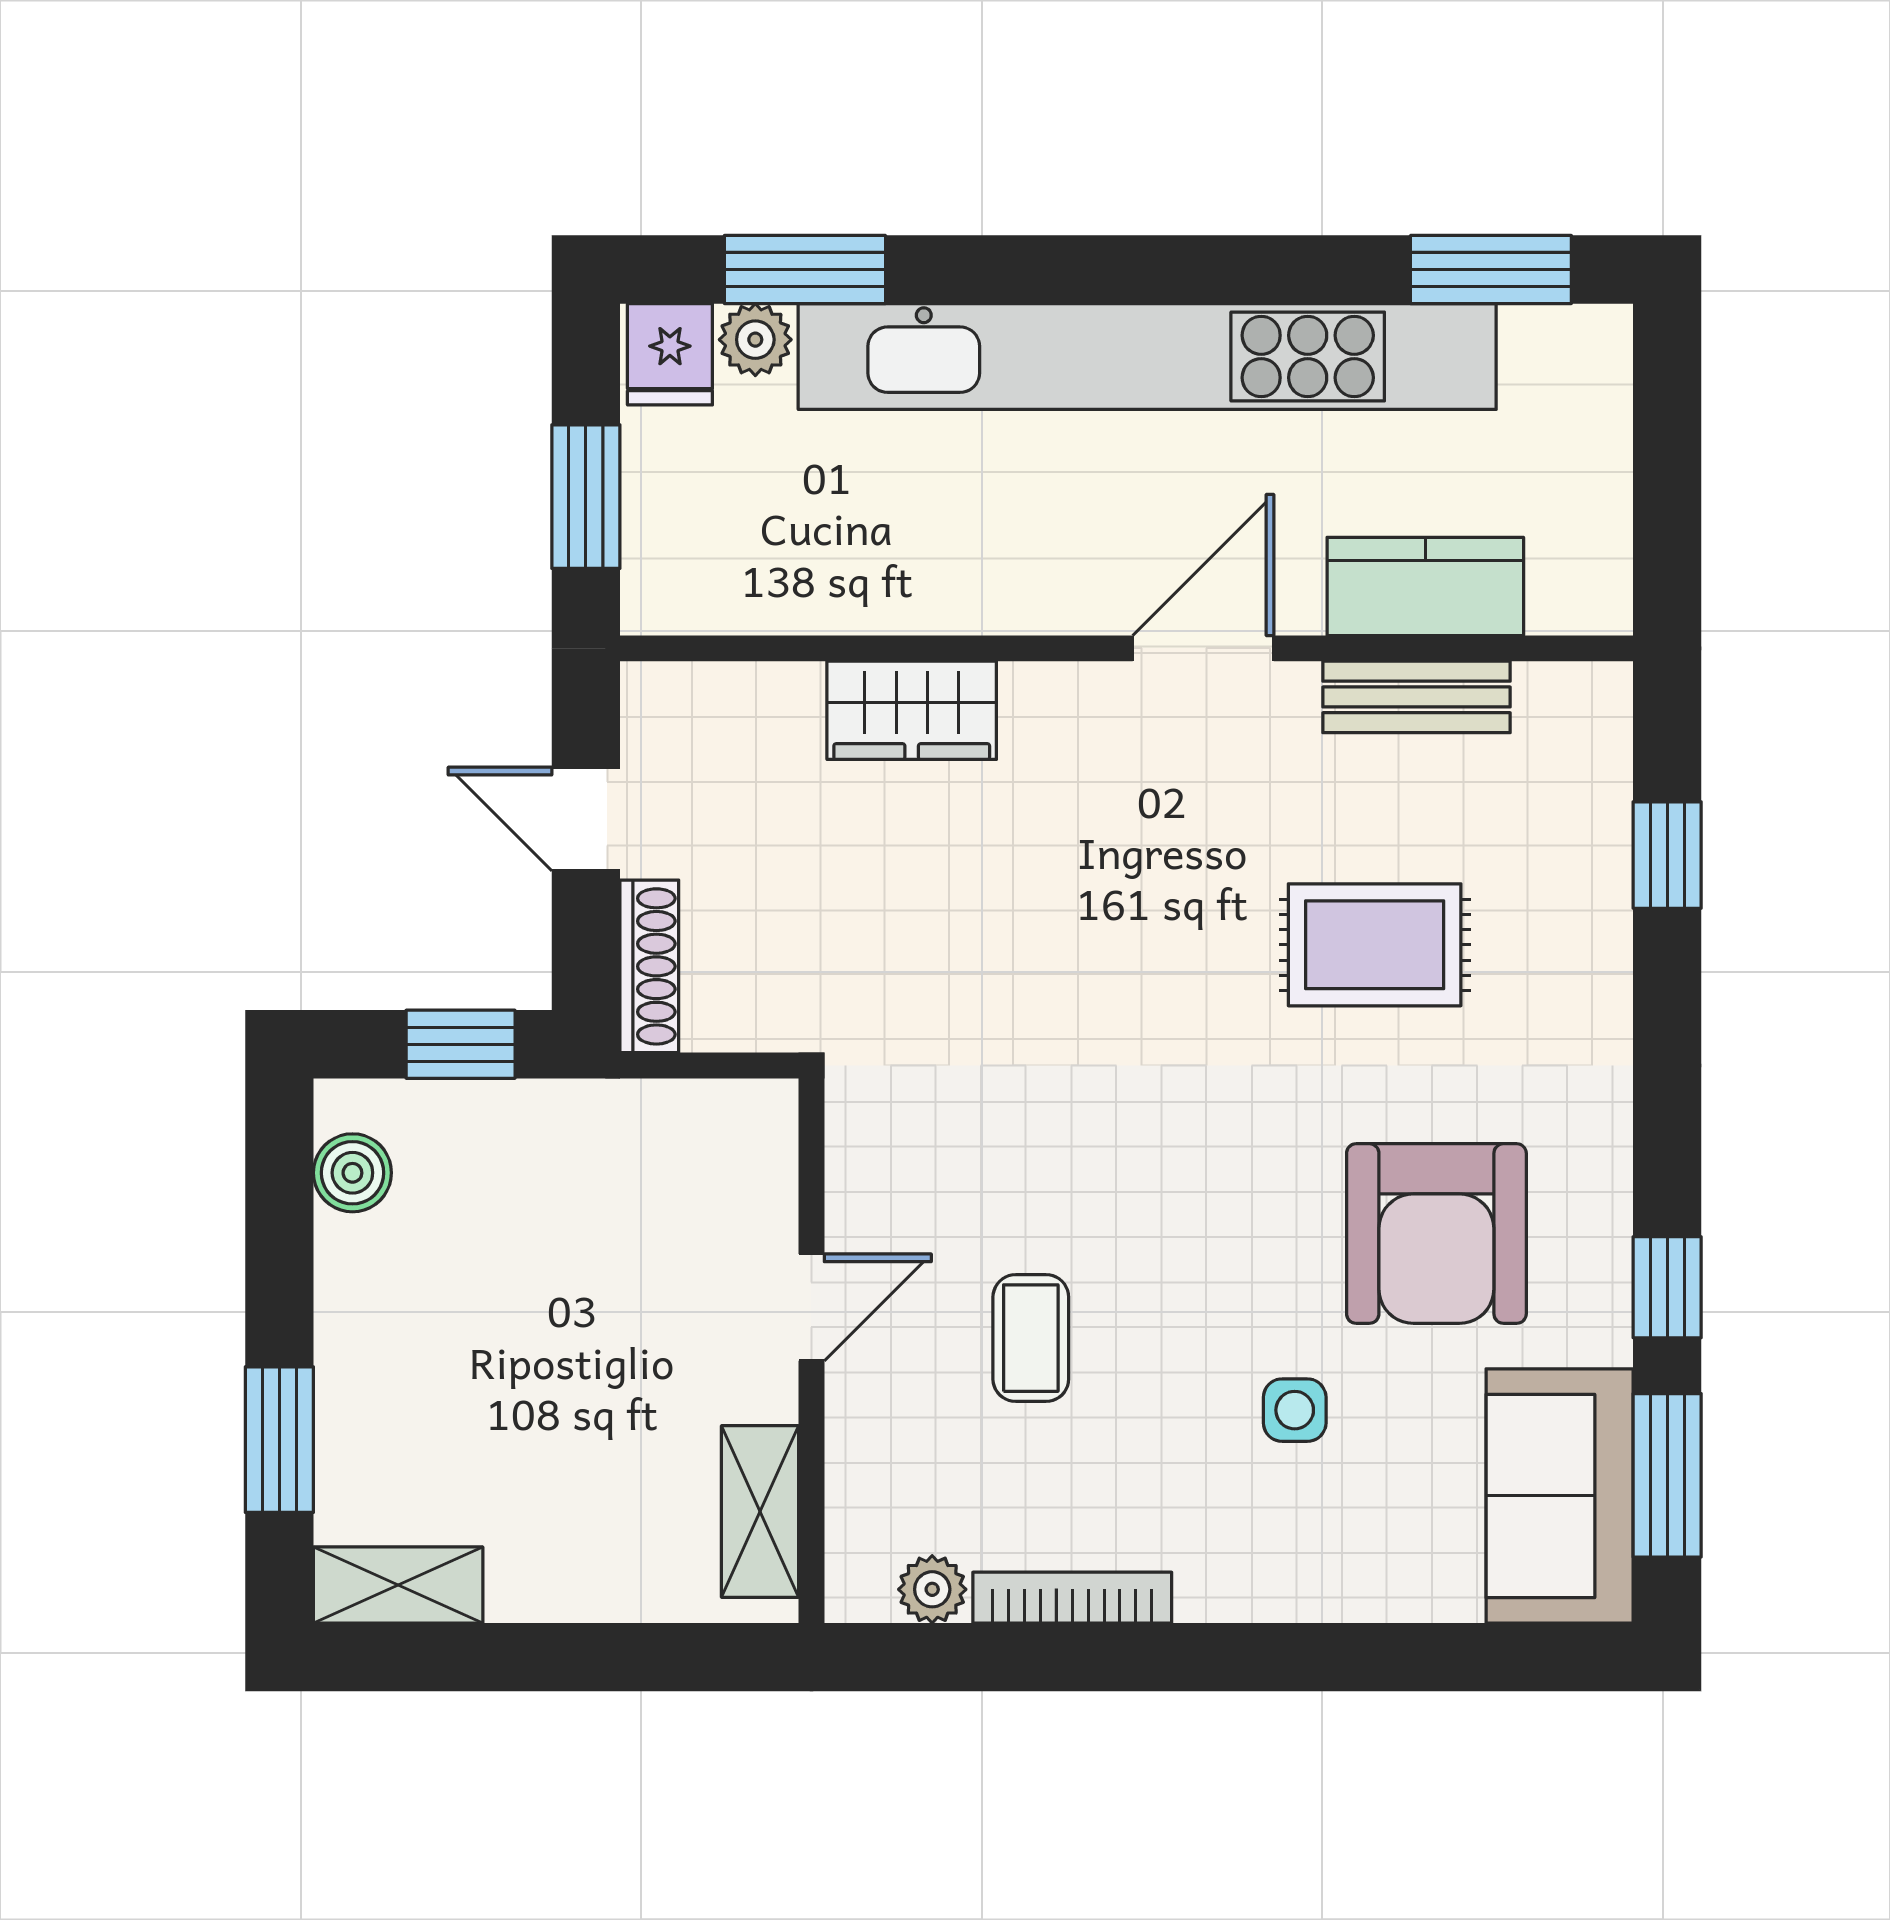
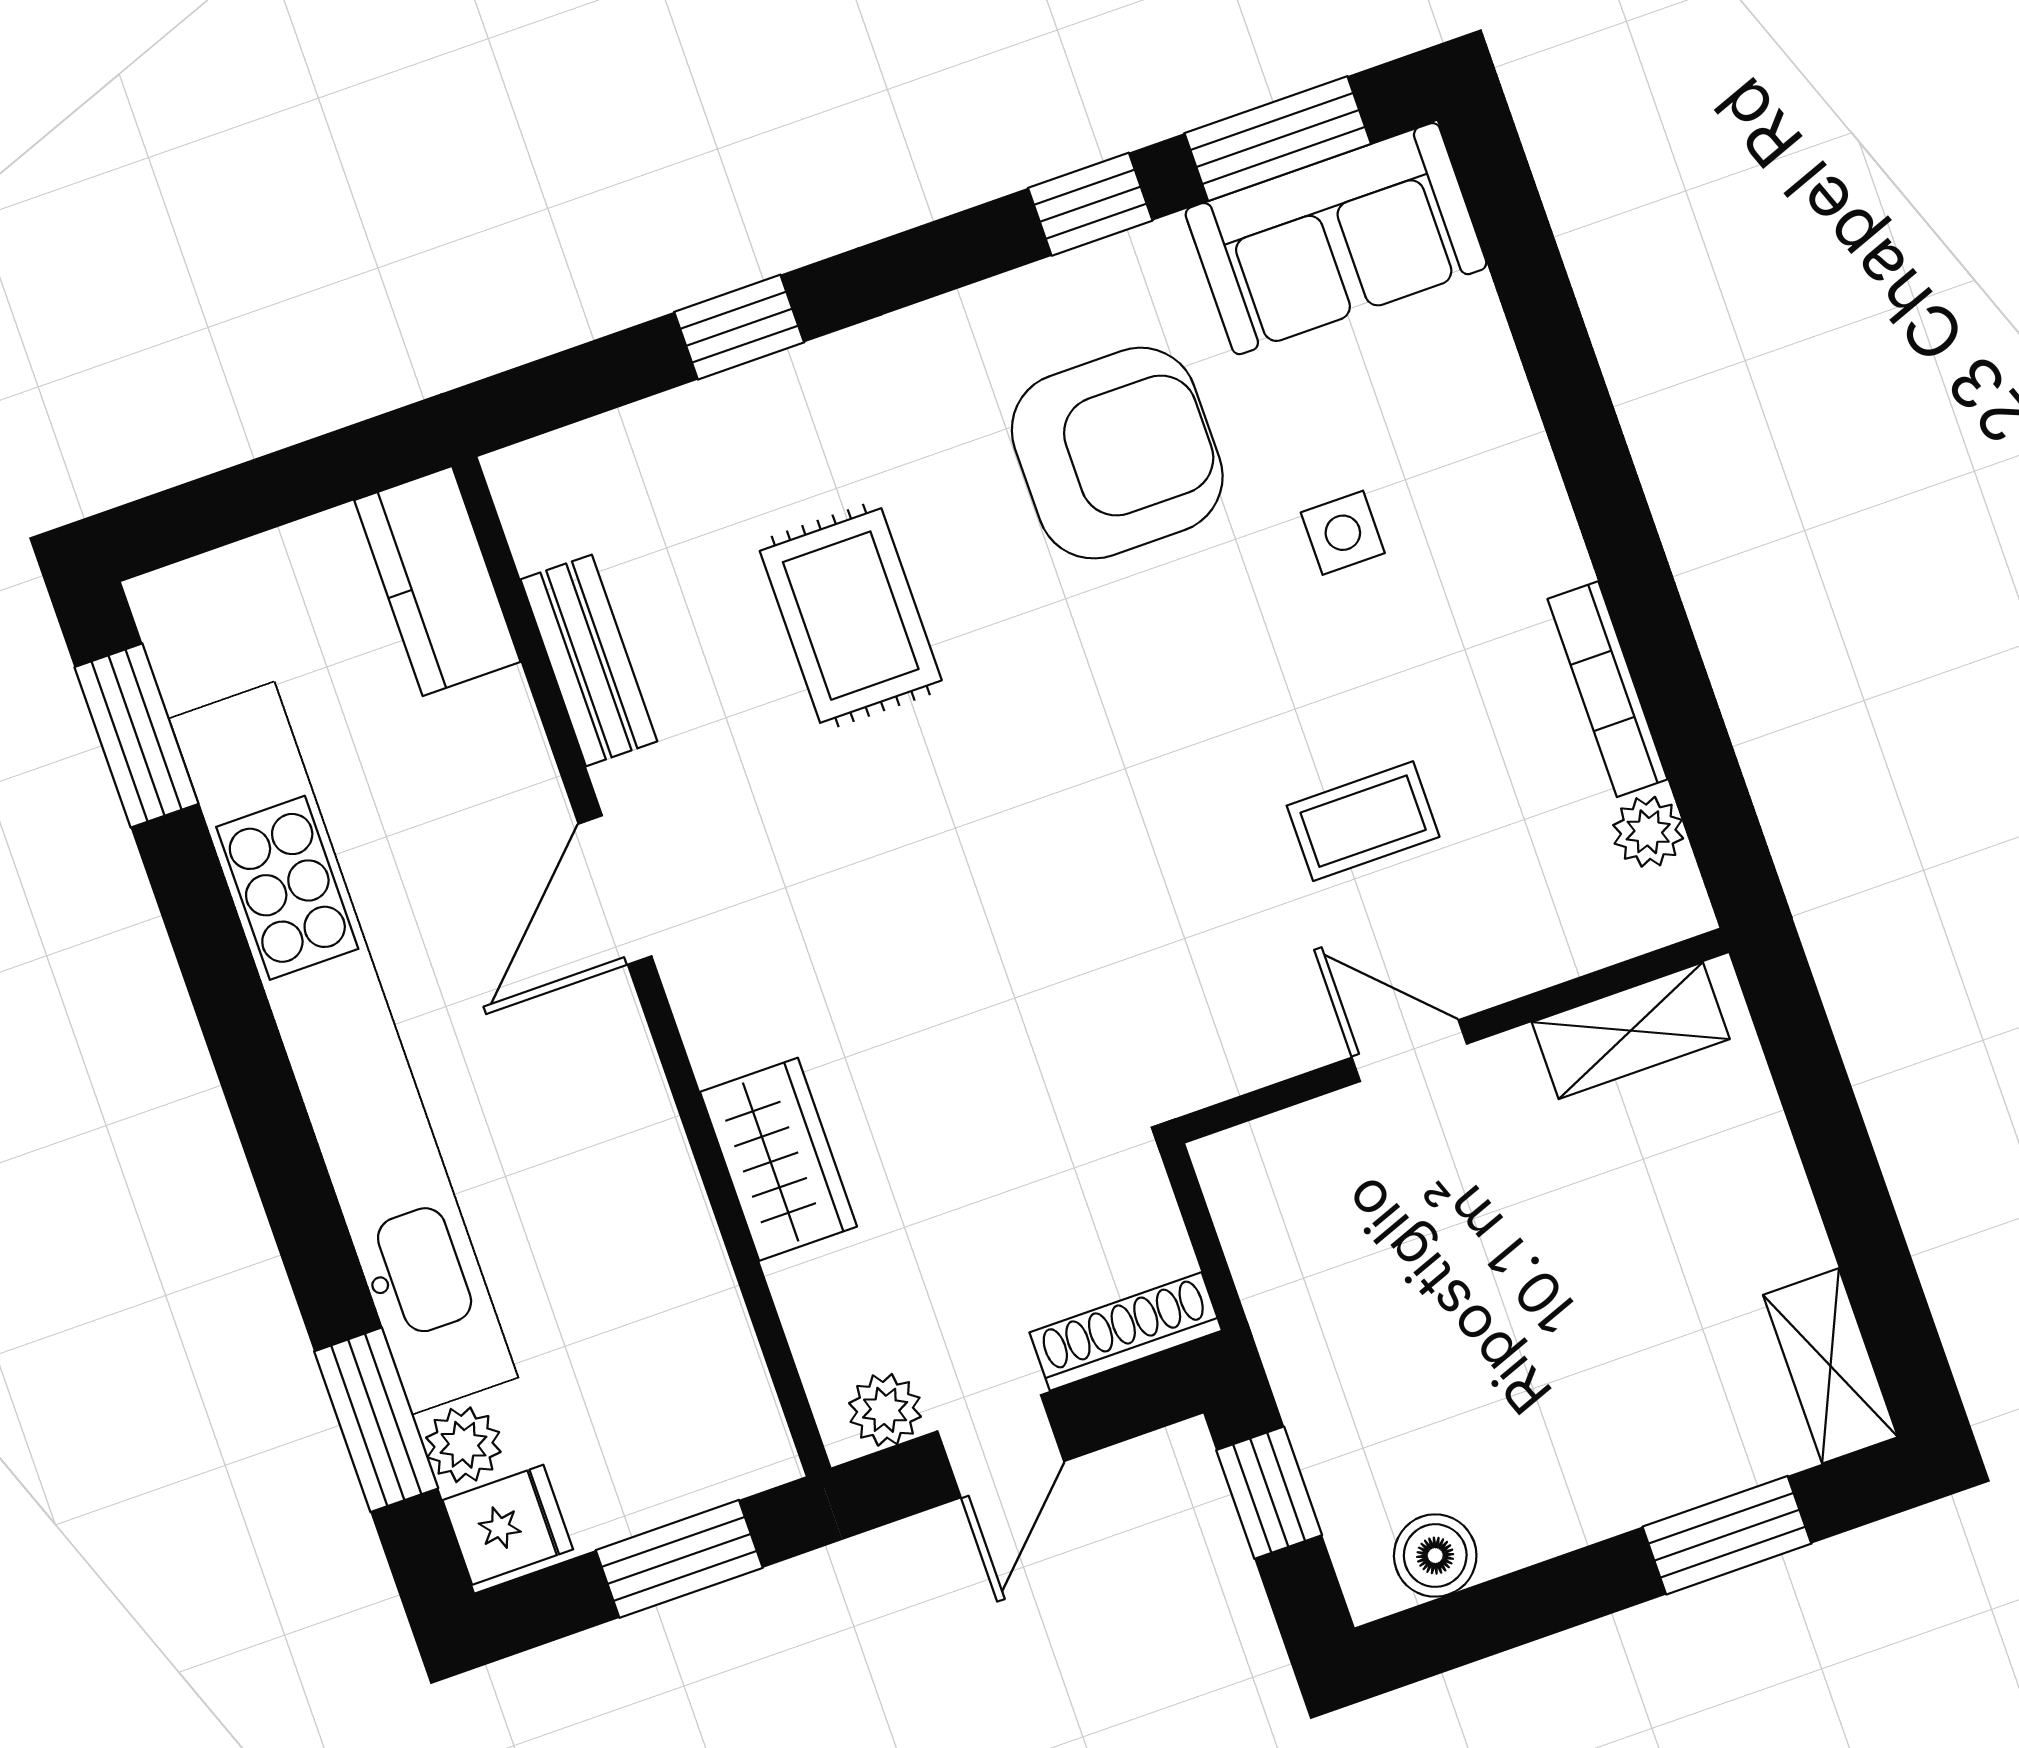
kitchen counter: (1425, 586) -> (437, 581), moved
door: (1203, 648) -> (615, 890), hinge flipped
plant: (655, 727) -> (885, 1410), added
window: (1667, 855) -> (739, 327), moved

